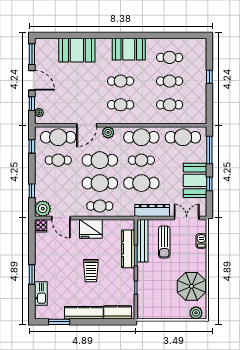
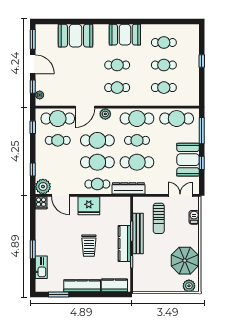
dresser: (152, 211) -> (128, 188), moved
bench: (142, 241) -> (138, 234), moved
kitchen counter: (128, 249) -> (124, 244), moved

